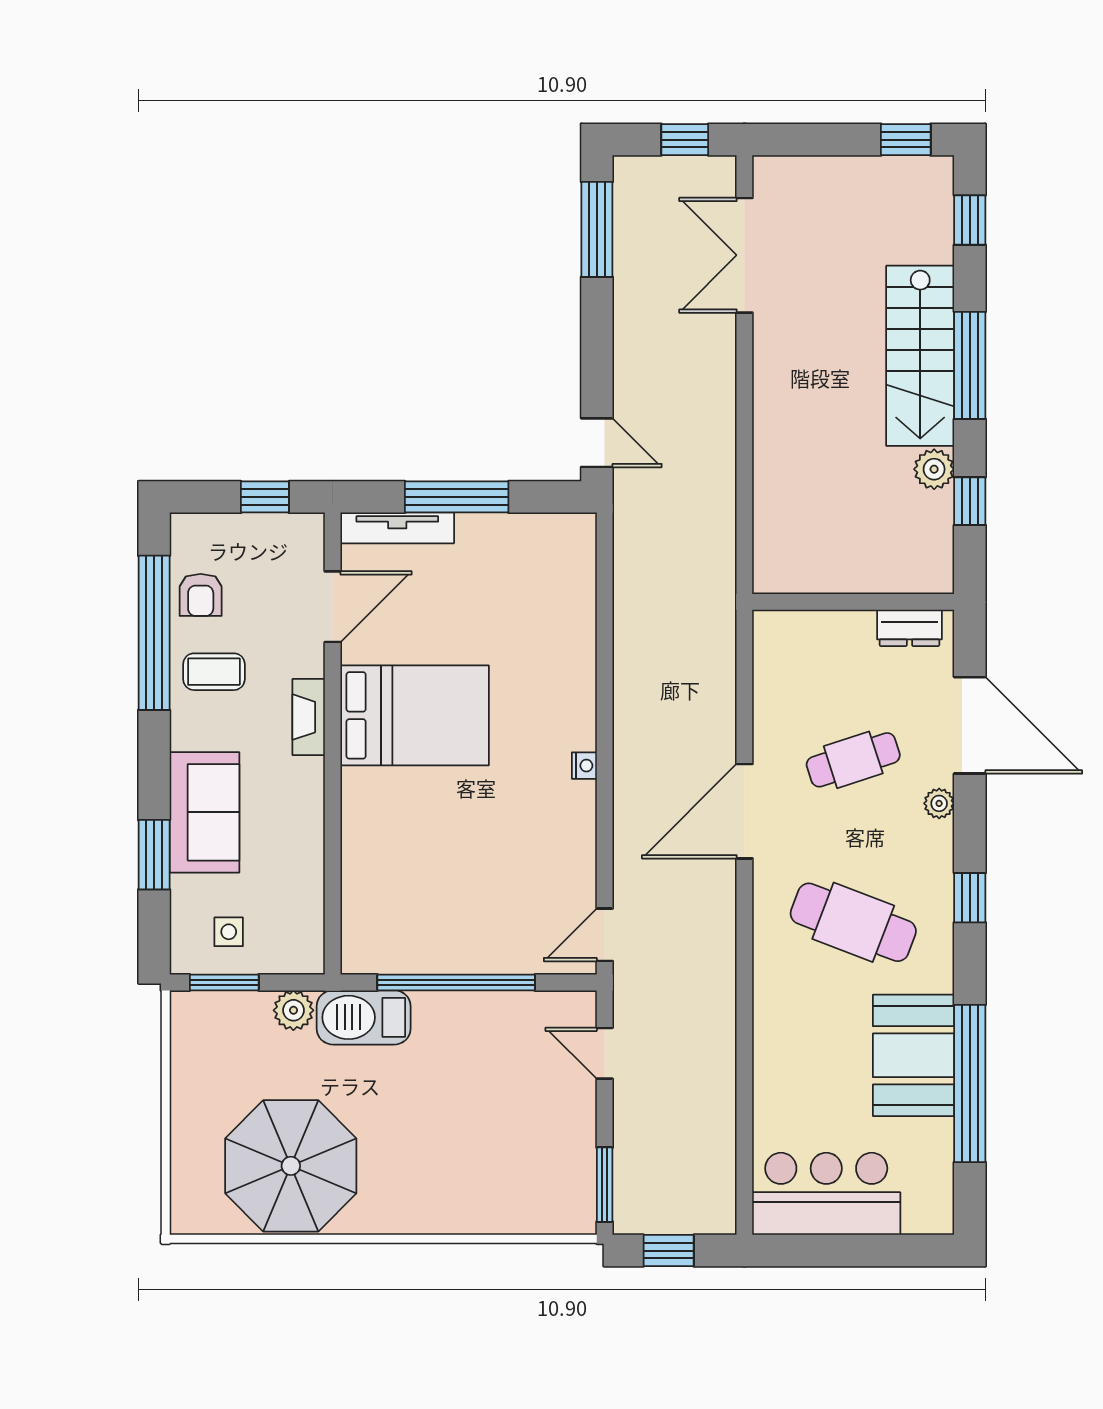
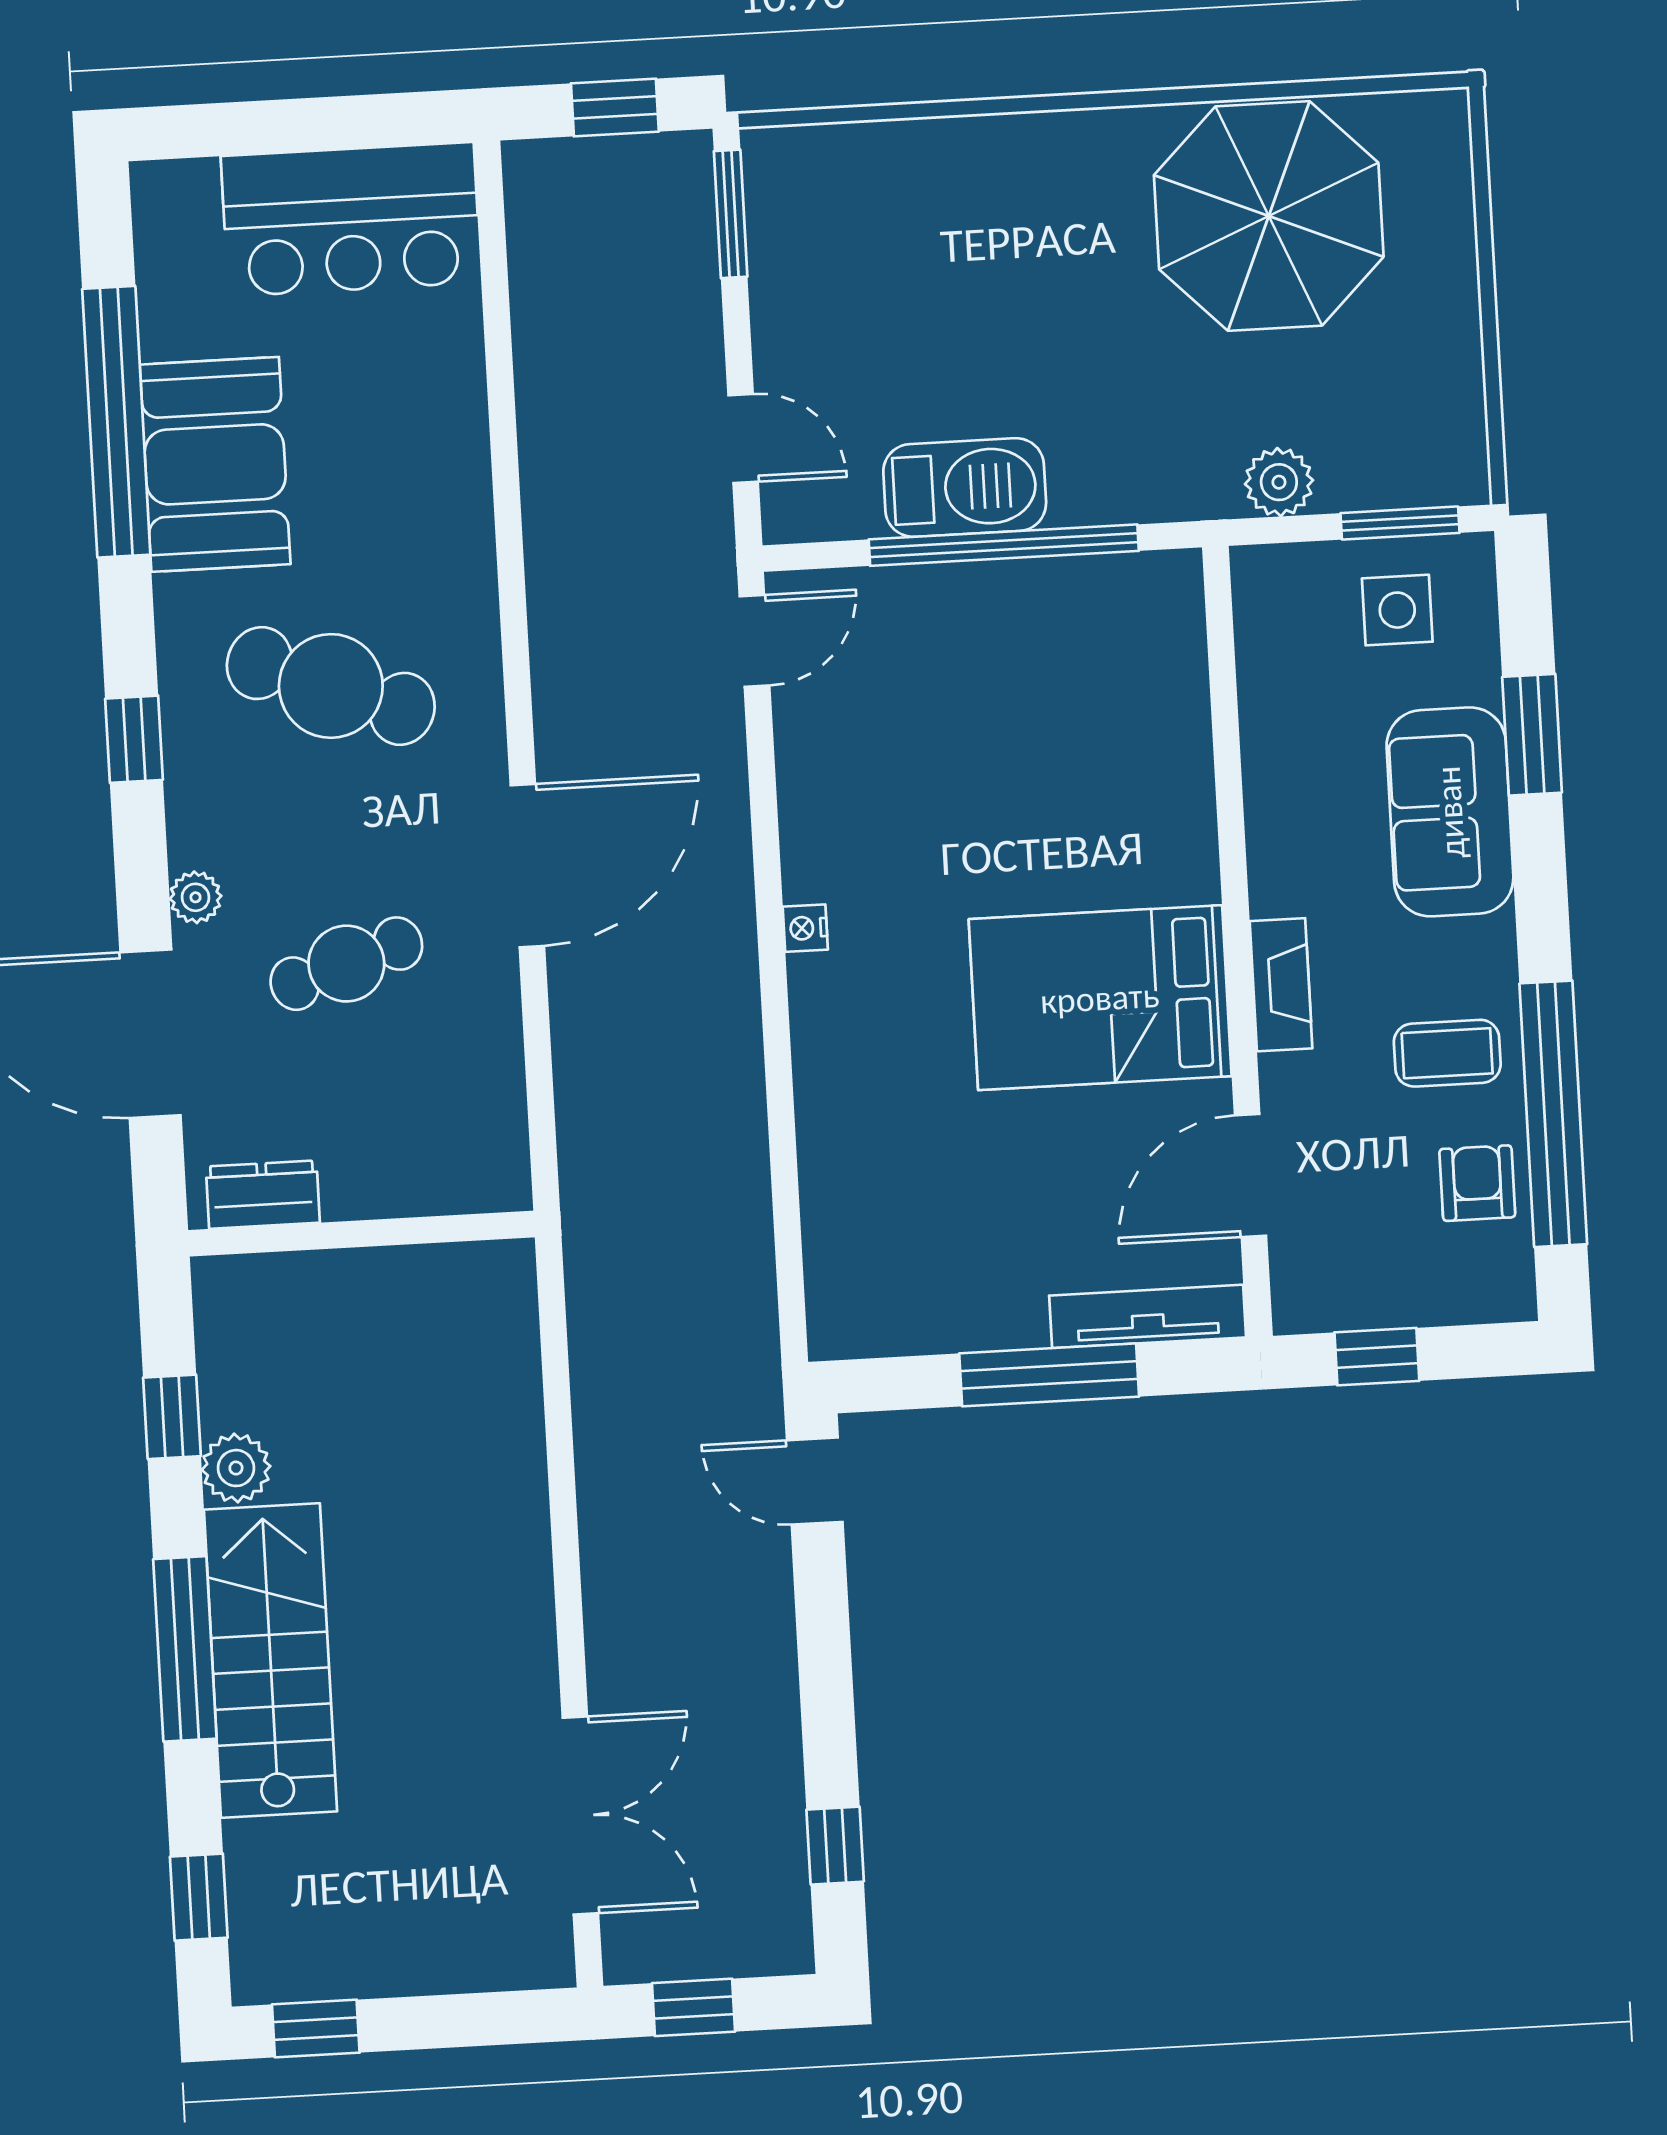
window: (597, 229) -> (835, 1846), width x0.46
side table: (229, 932) -> (1397, 610), width x1.37, depth x1.37
barbecue: (364, 1017) -> (965, 488), moved

